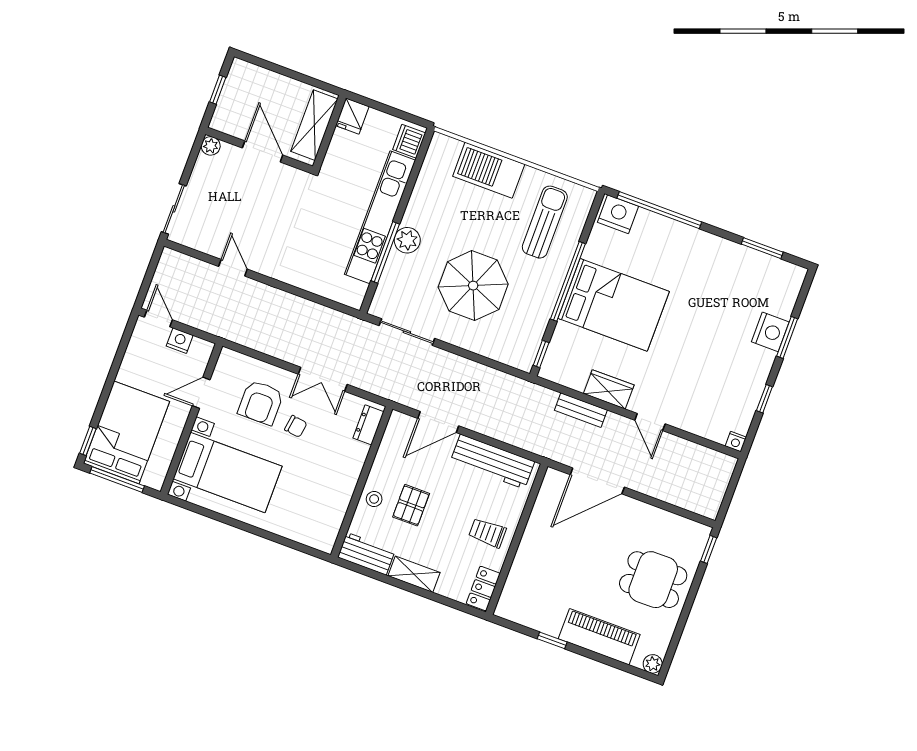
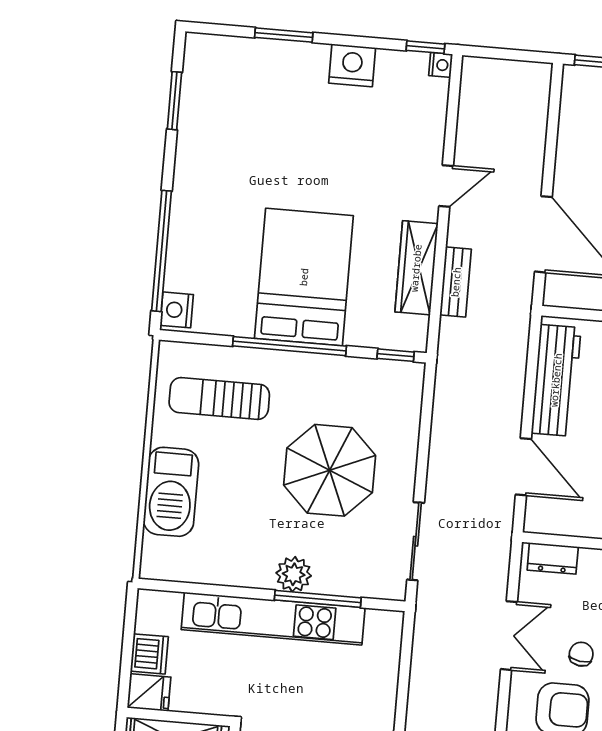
dishwasher: (409, 141) -> (149, 654), moved, turned -90
nightstand: (618, 214) -> (177, 310), width x0.74, depth x0.75
nightstand: (770, 332) -> (352, 65), moved
wardrobe: (609, 389) -> (416, 268), width x1.50
window: (764, 399) -> (425, 47), moved

